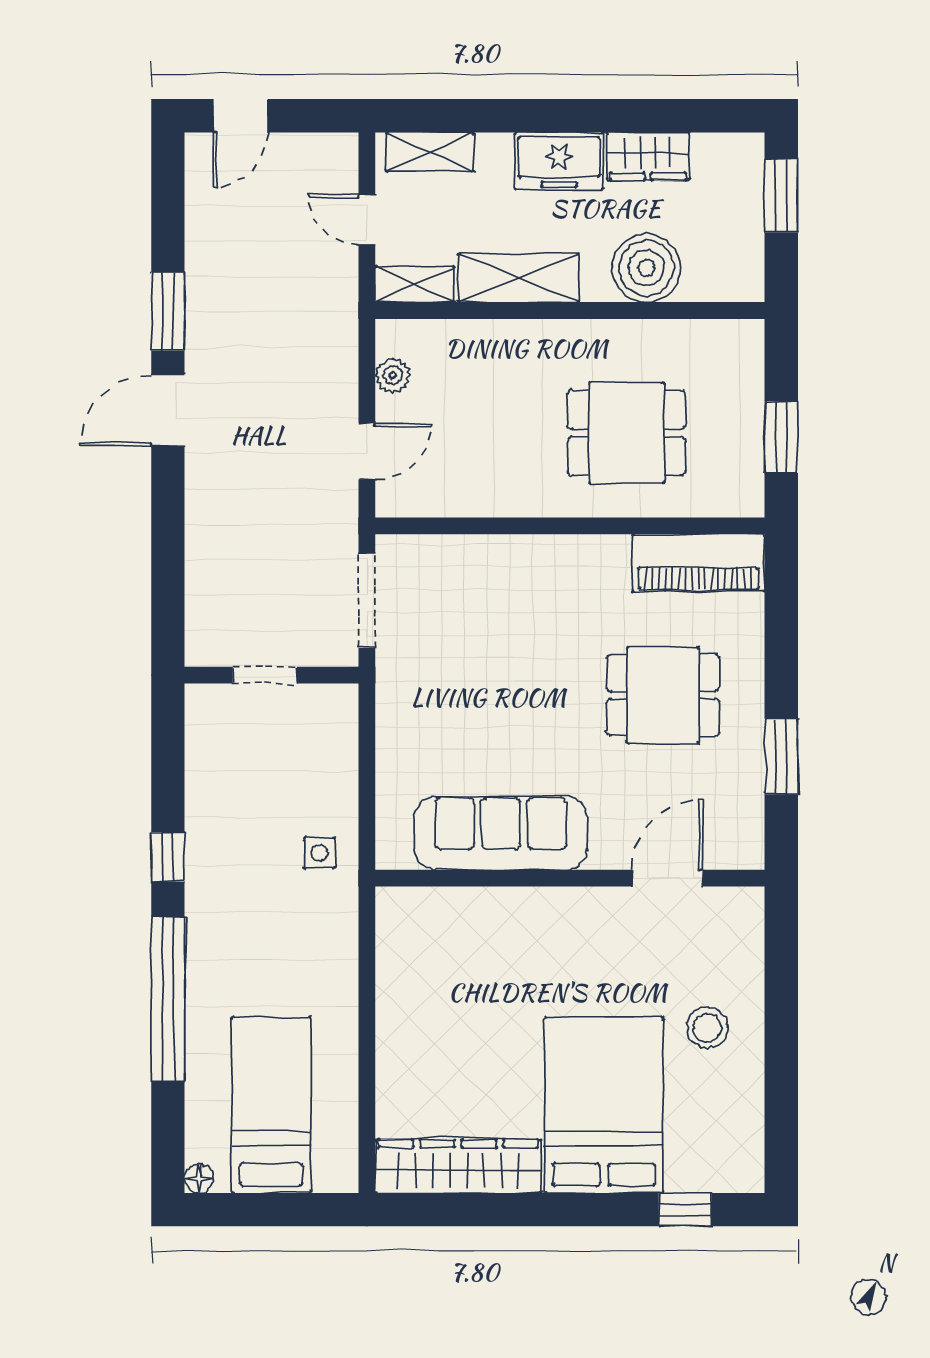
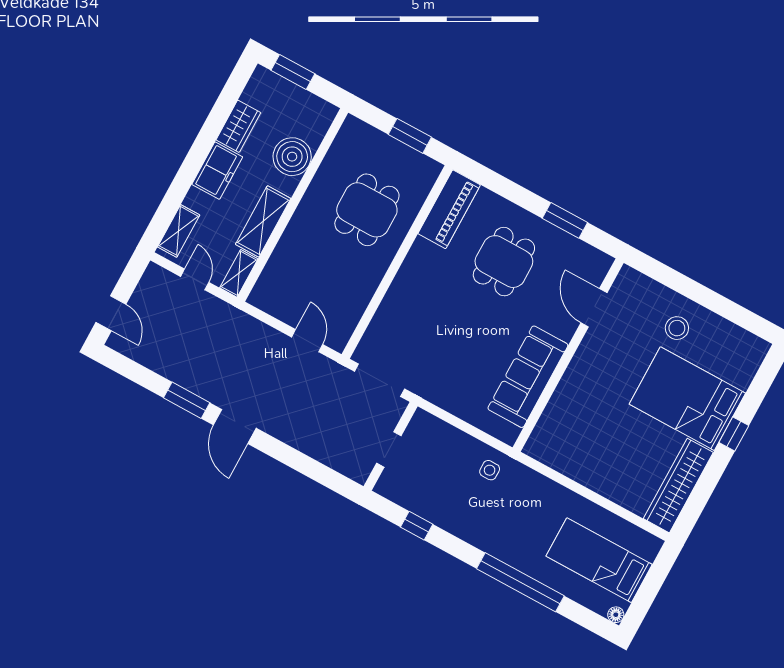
door: (367, 219) -> (195, 279), swing flipped
plant: (393, 375) -> (277, 308), removed
window: (168, 857) -> (417, 526), moved
window: (685, 1210) -> (734, 434), moved

